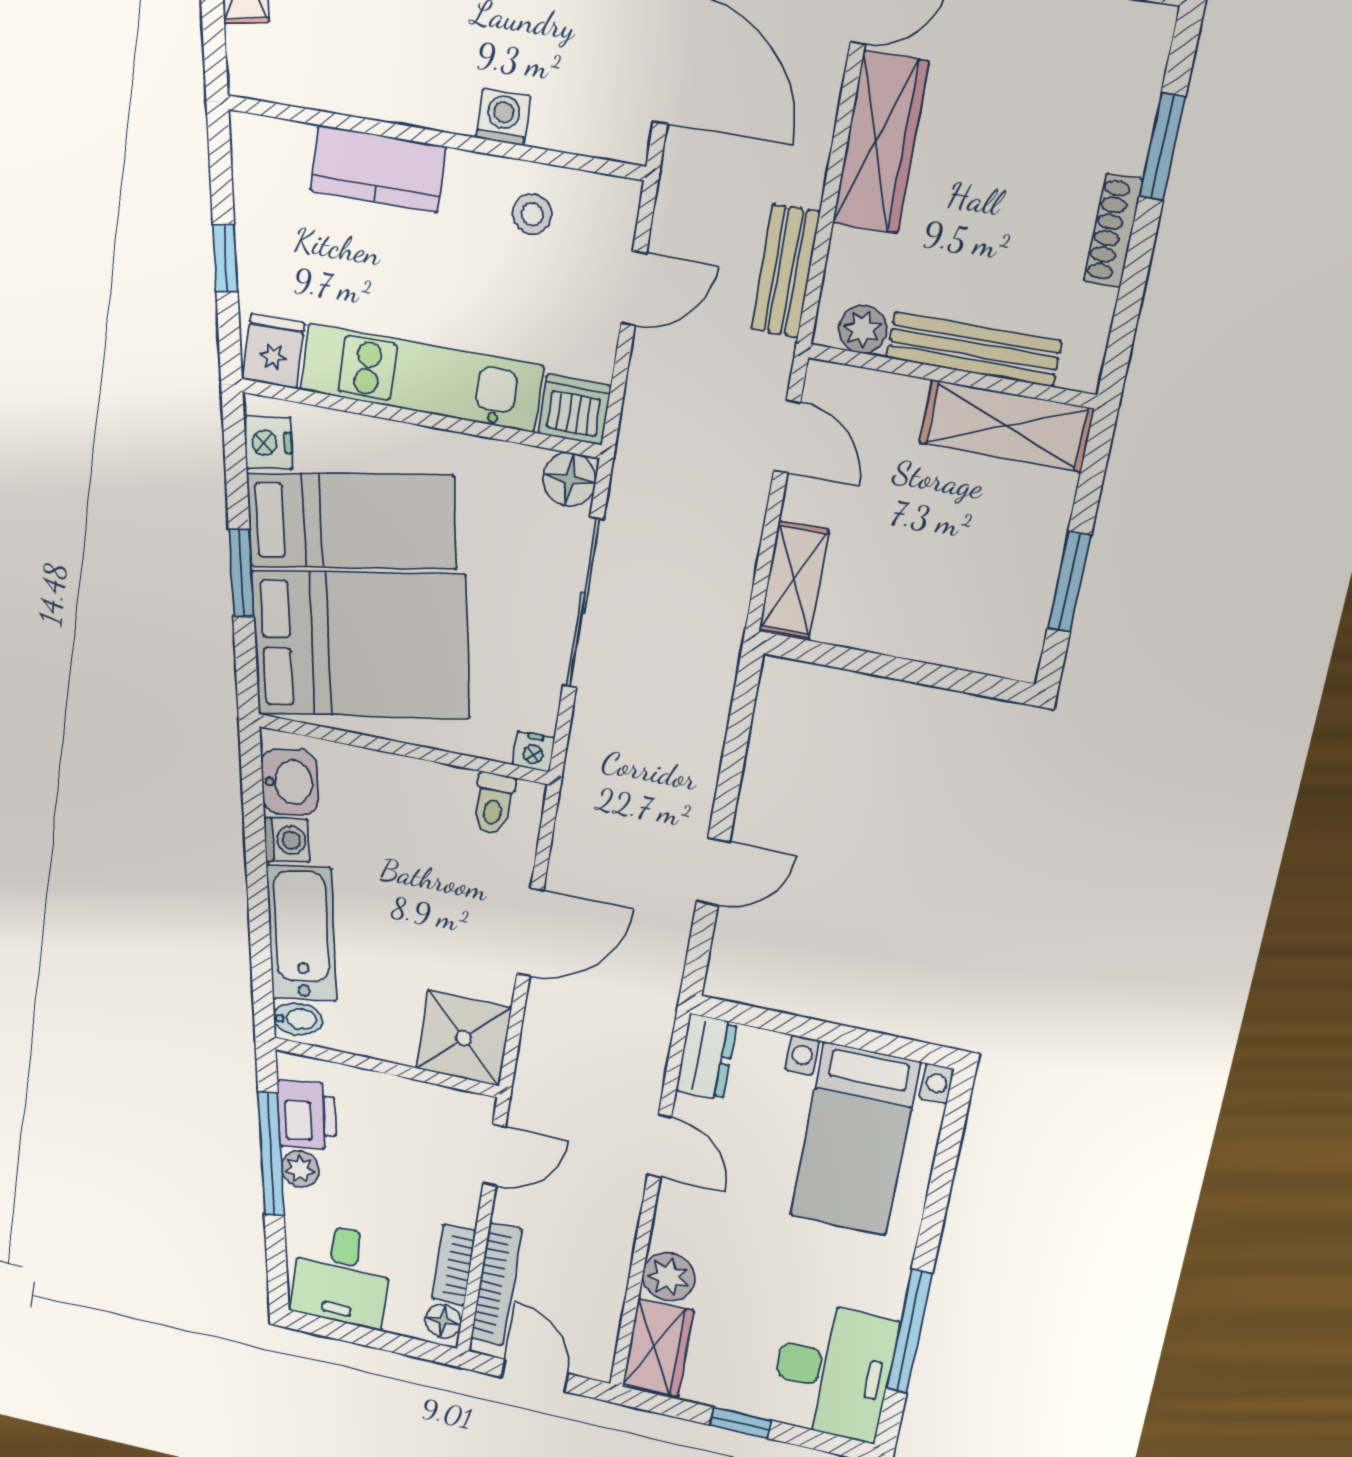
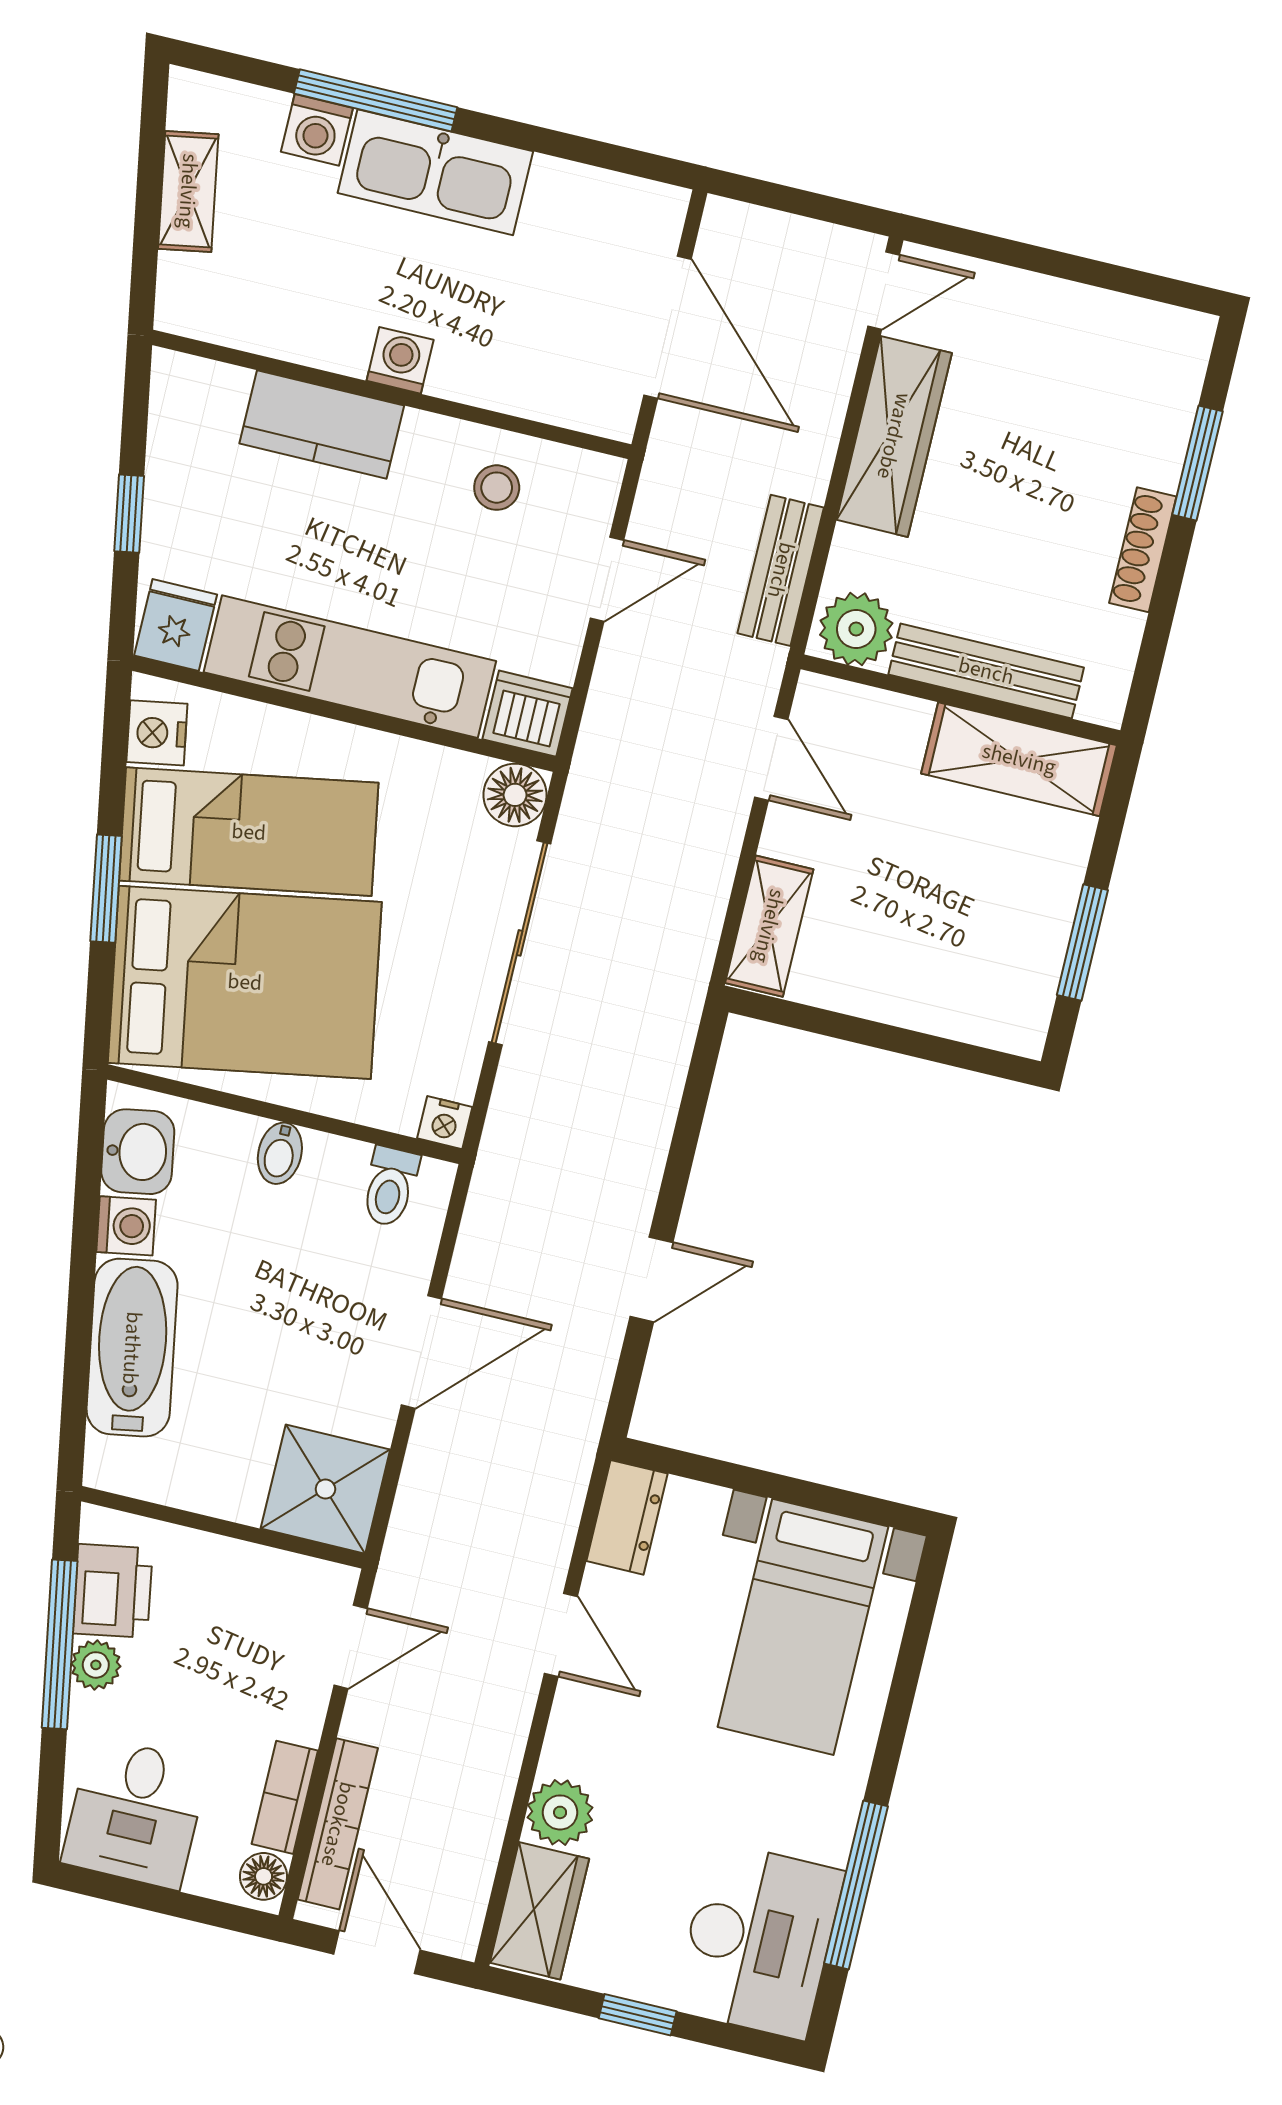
washing machine: (503, 117) -> (400, 360), moved
plant: (863, 329) -> (856, 629), width x1.38, depth x1.38
bidet: (298, 1019) -> (280, 1153), moved, turned 100

